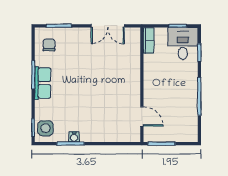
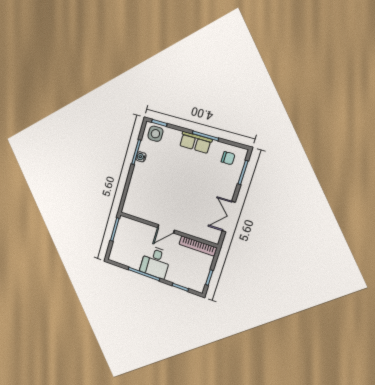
bookcase: (149, 41) -> (198, 246), width x1.56
desk: (183, 43) -> (155, 262), moved, turned 90
door: (142, 116) -> (166, 229), moved

